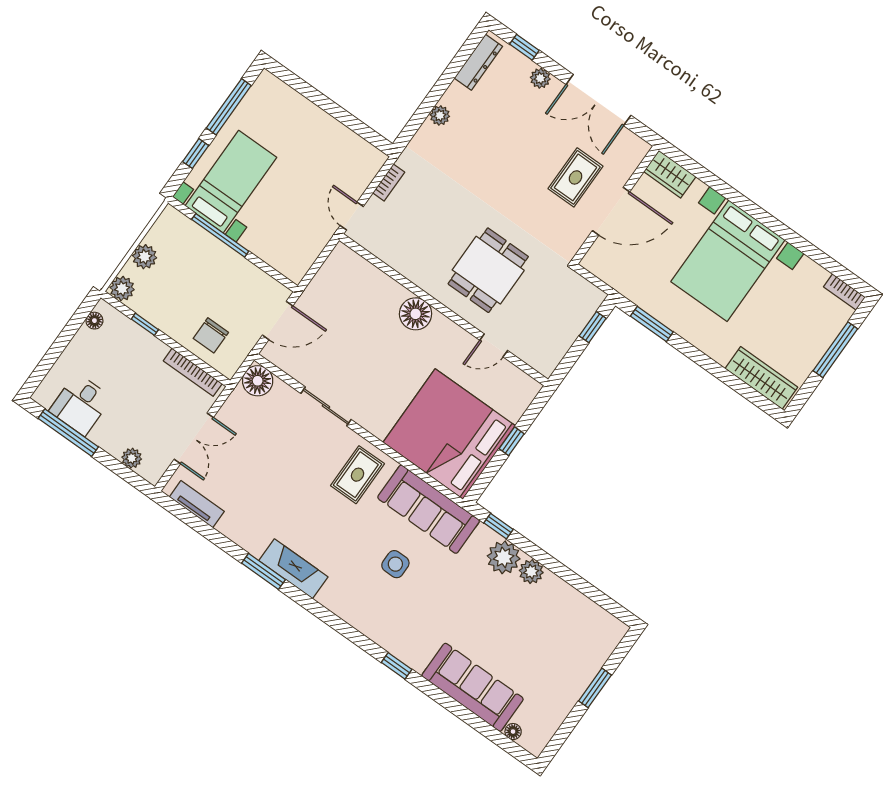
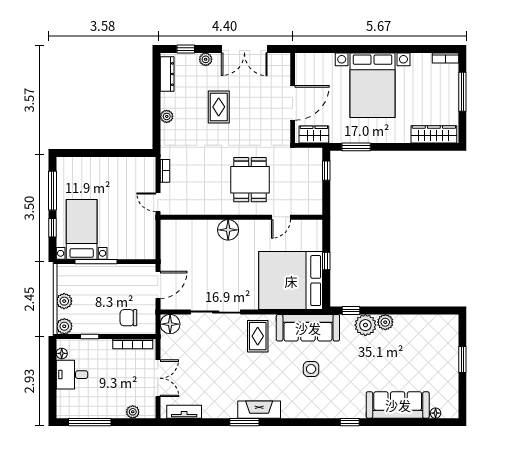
wardrobe: (670, 174) -> (314, 135), moved, turned 180
rug: (576, 177) -> (219, 107), moved
chair: (211, 335) -> (128, 318), turned 90
desk: (81, 404) -> (72, 375), moved, turned 90
sliding door: (326, 406) -> (216, 312), width x1.37

